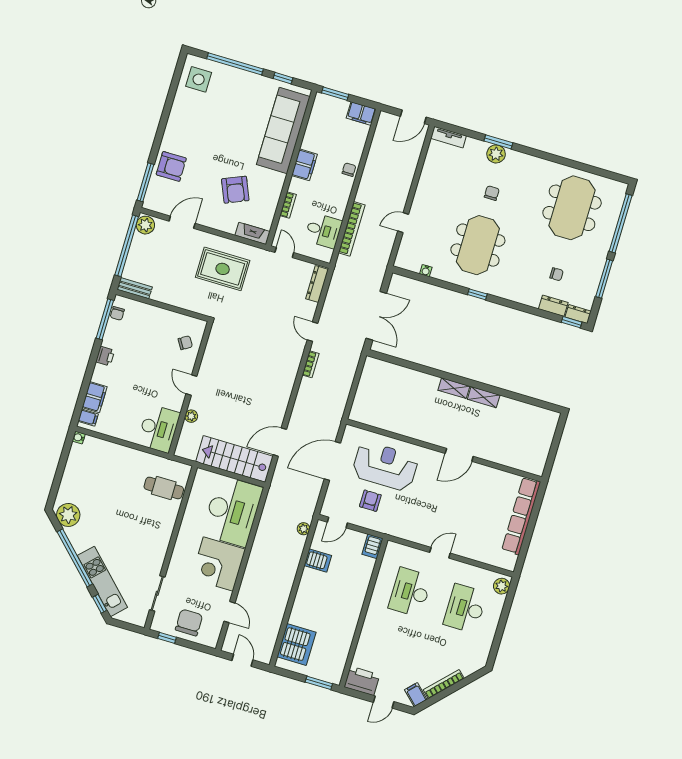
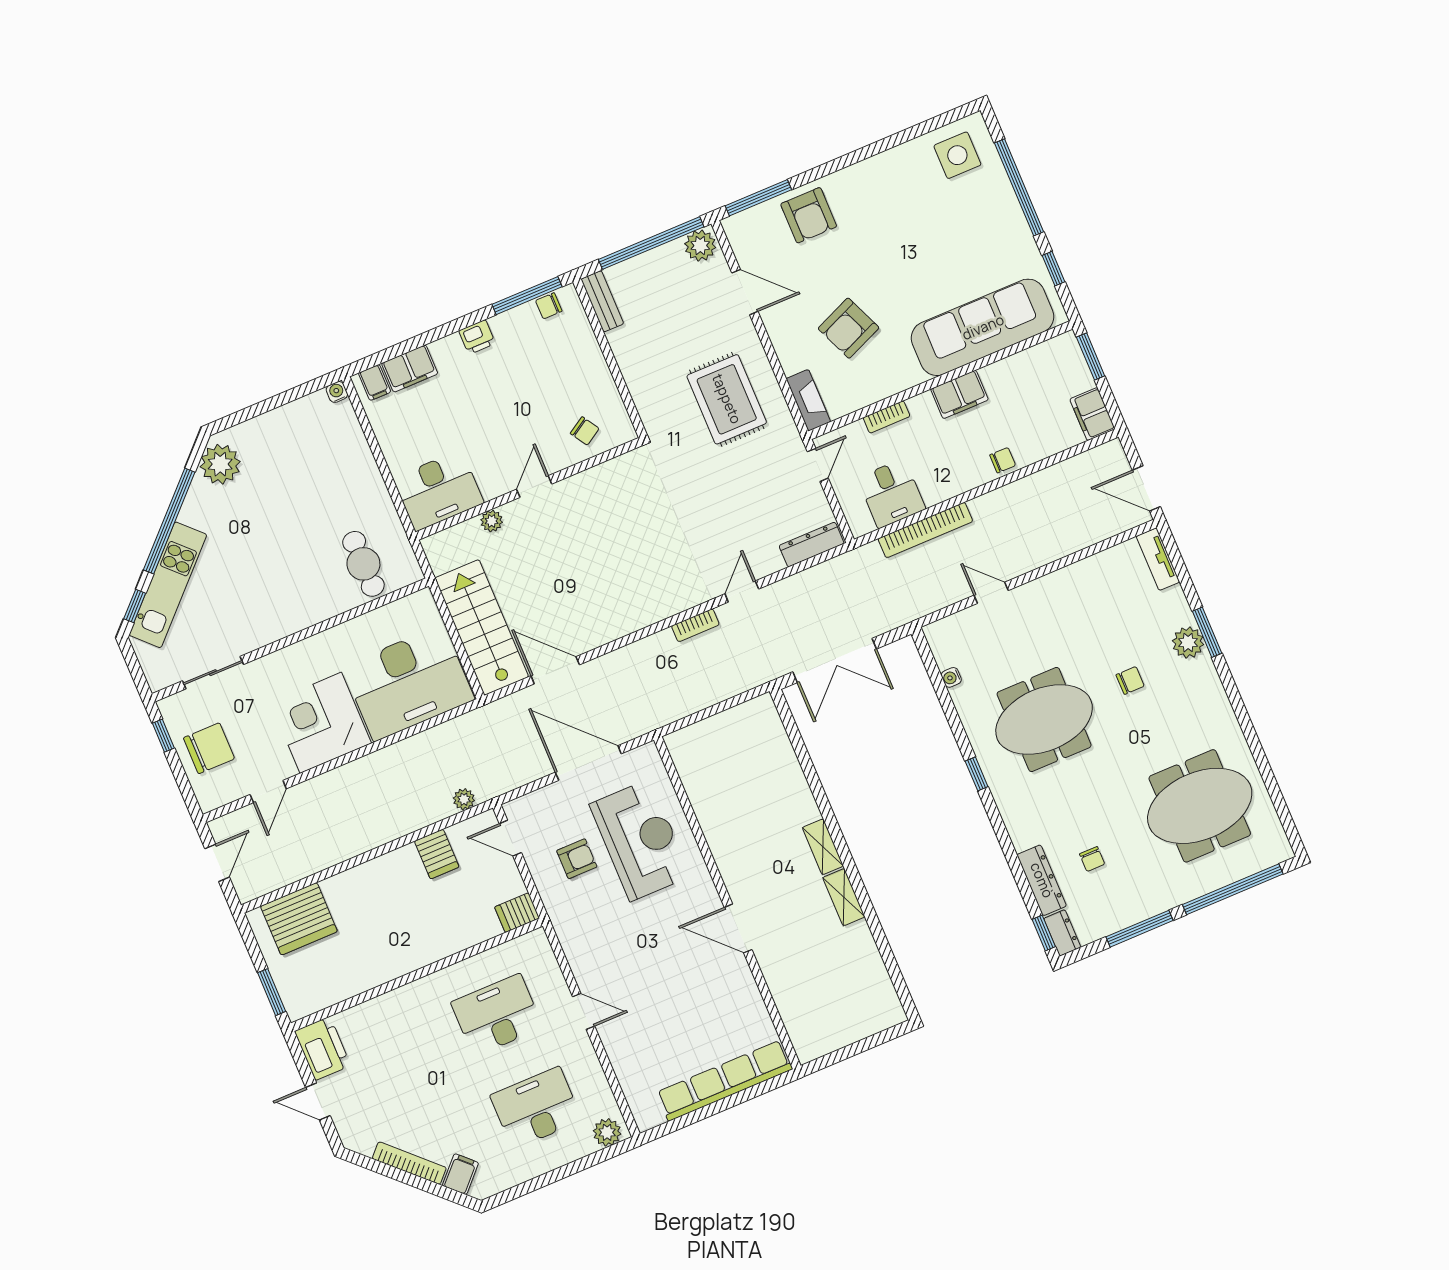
dresser: (553, 306) -> (1042, 880), width x1.44
filing cabinet: (416, 695) -> (460, 1174), moved

